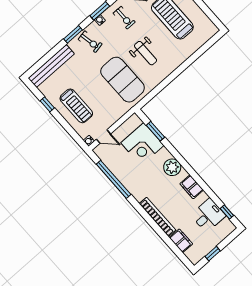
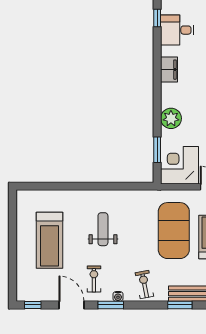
window: (73, 34) -> (180, 305), moved
exercise mat: (123, 80) -> (174, 231), moved
corner desk: (142, 144) -> (180, 165), moved, turned -90
plant: (172, 167) -> (171, 118), moved

